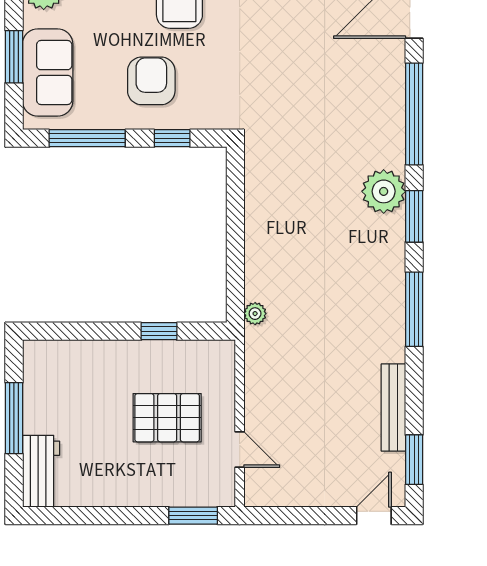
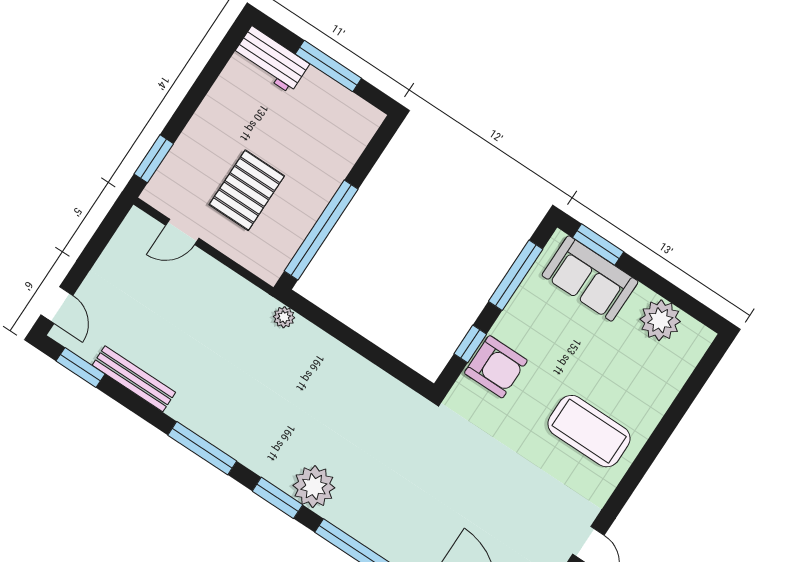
window: (14, 57) -> (598, 245), moved
armchair: (151, 81) -> (496, 367), moved
window: (159, 331) -> (321, 230), width x3.17

